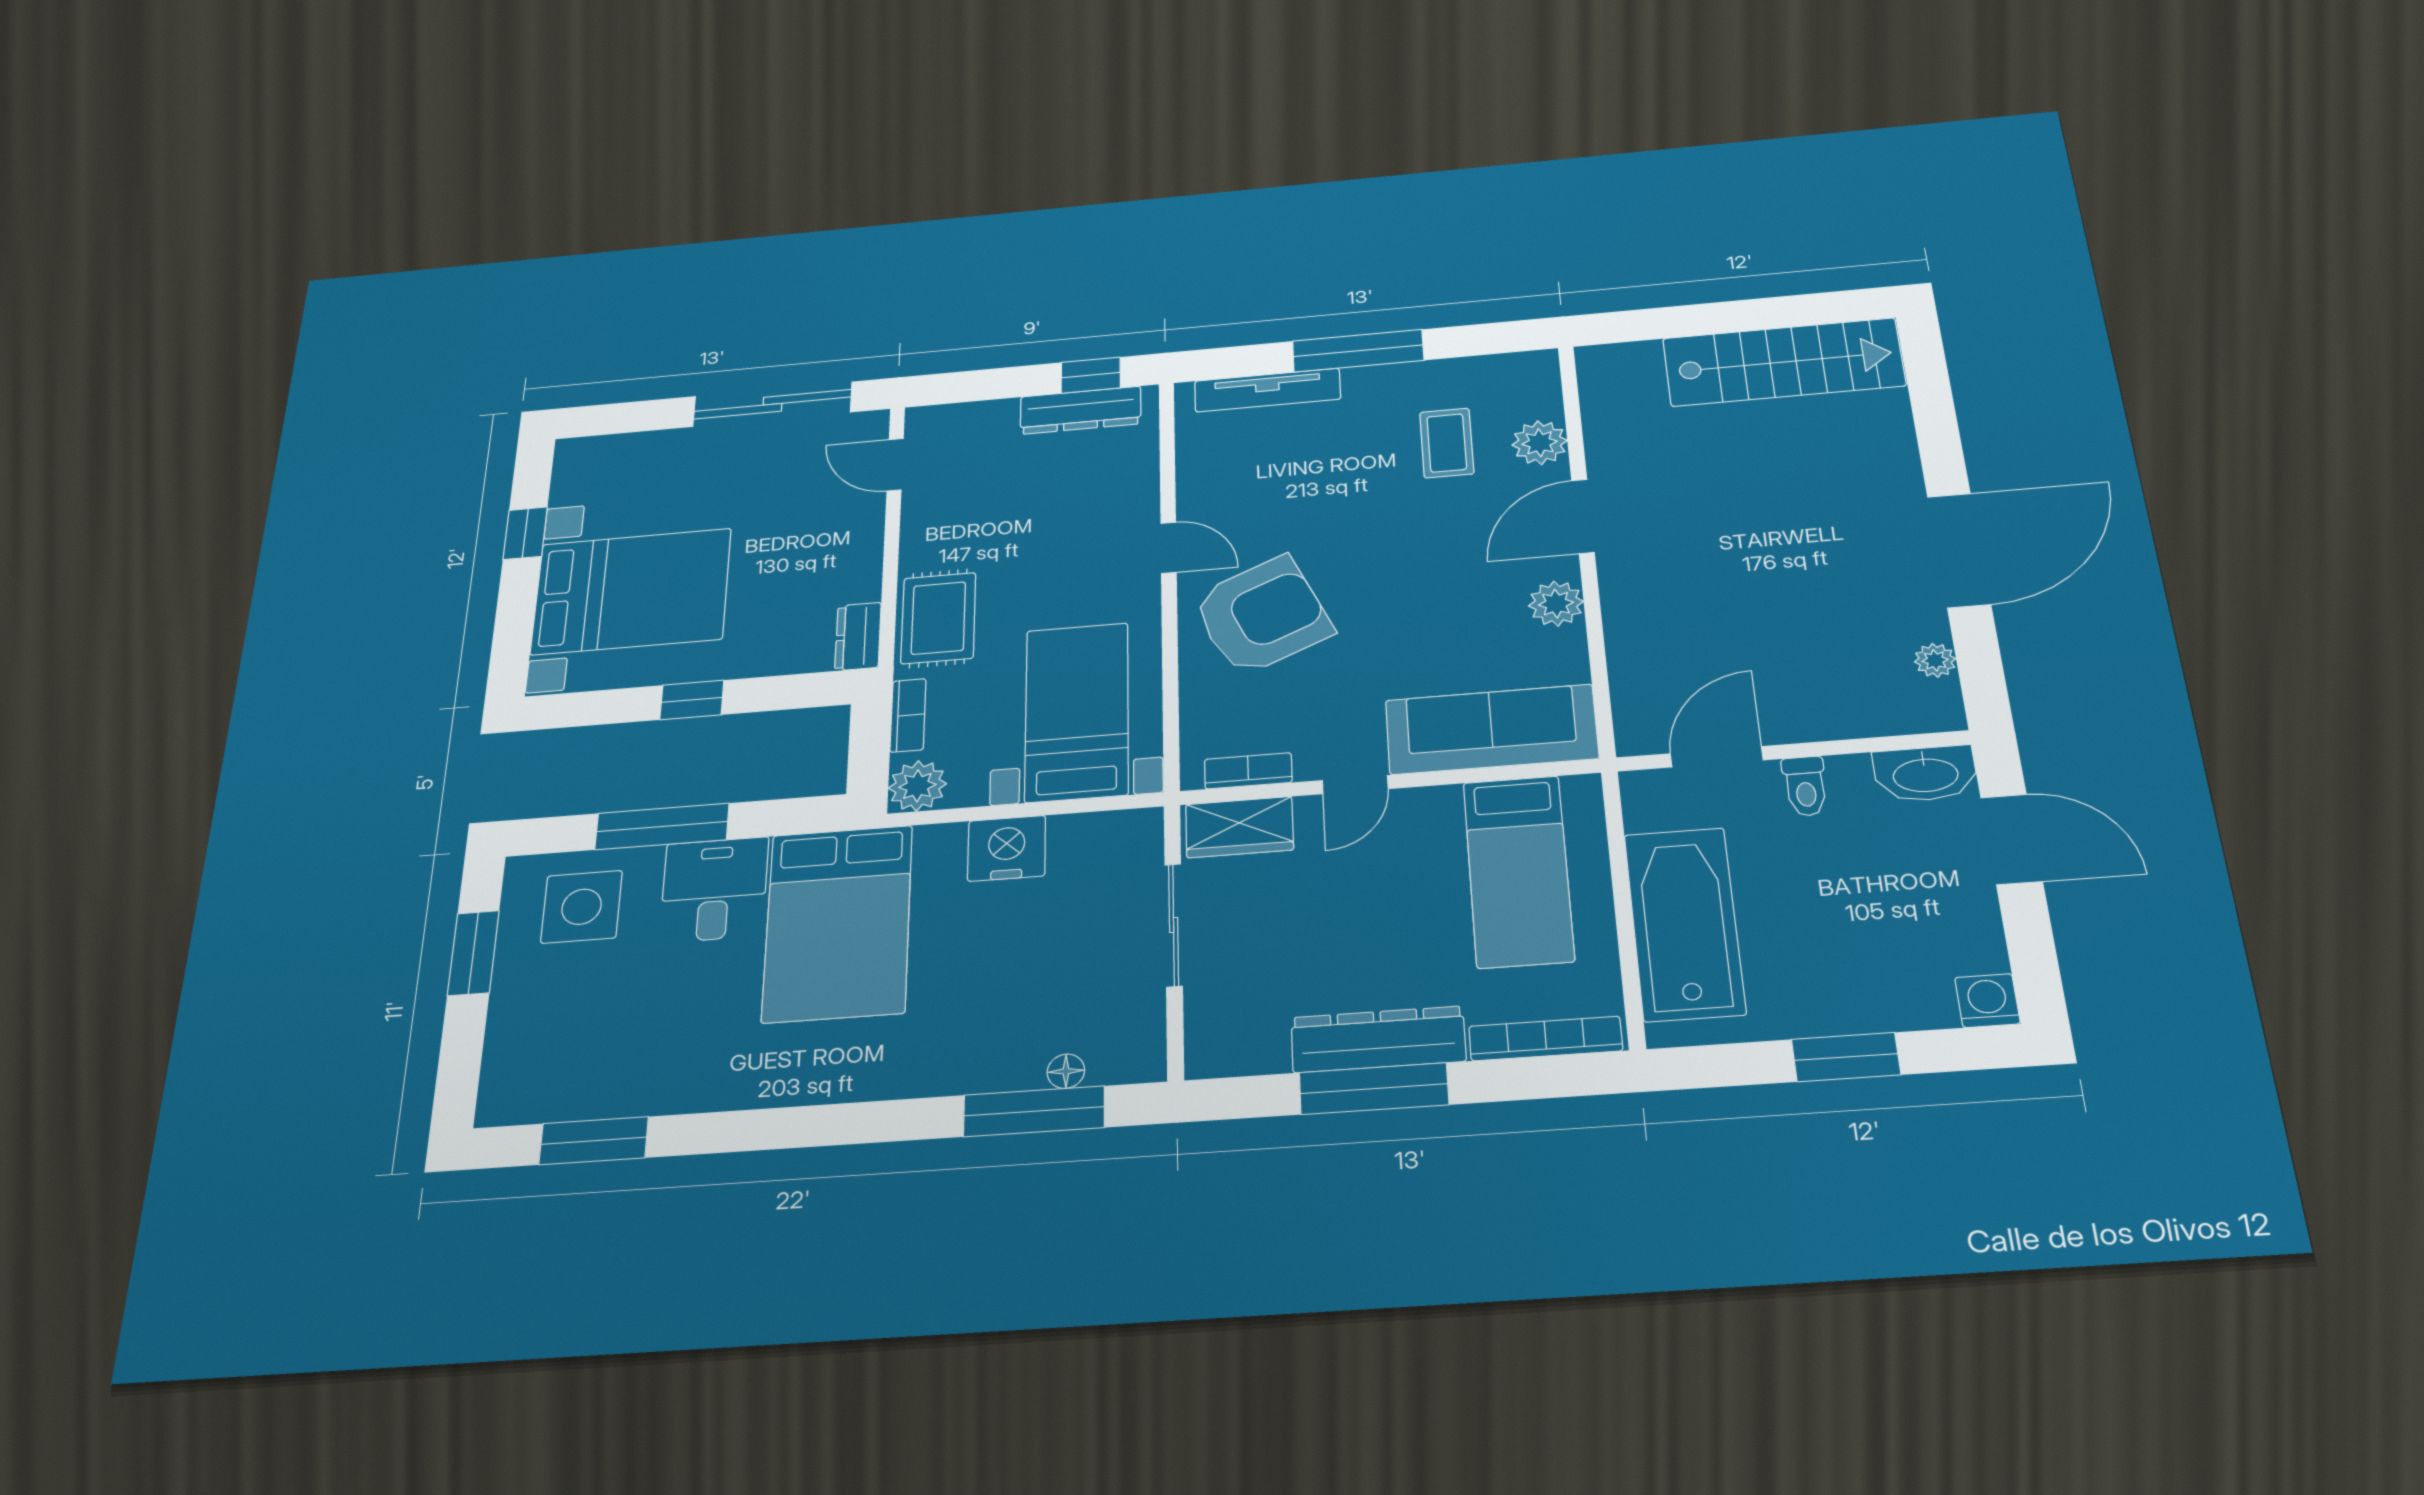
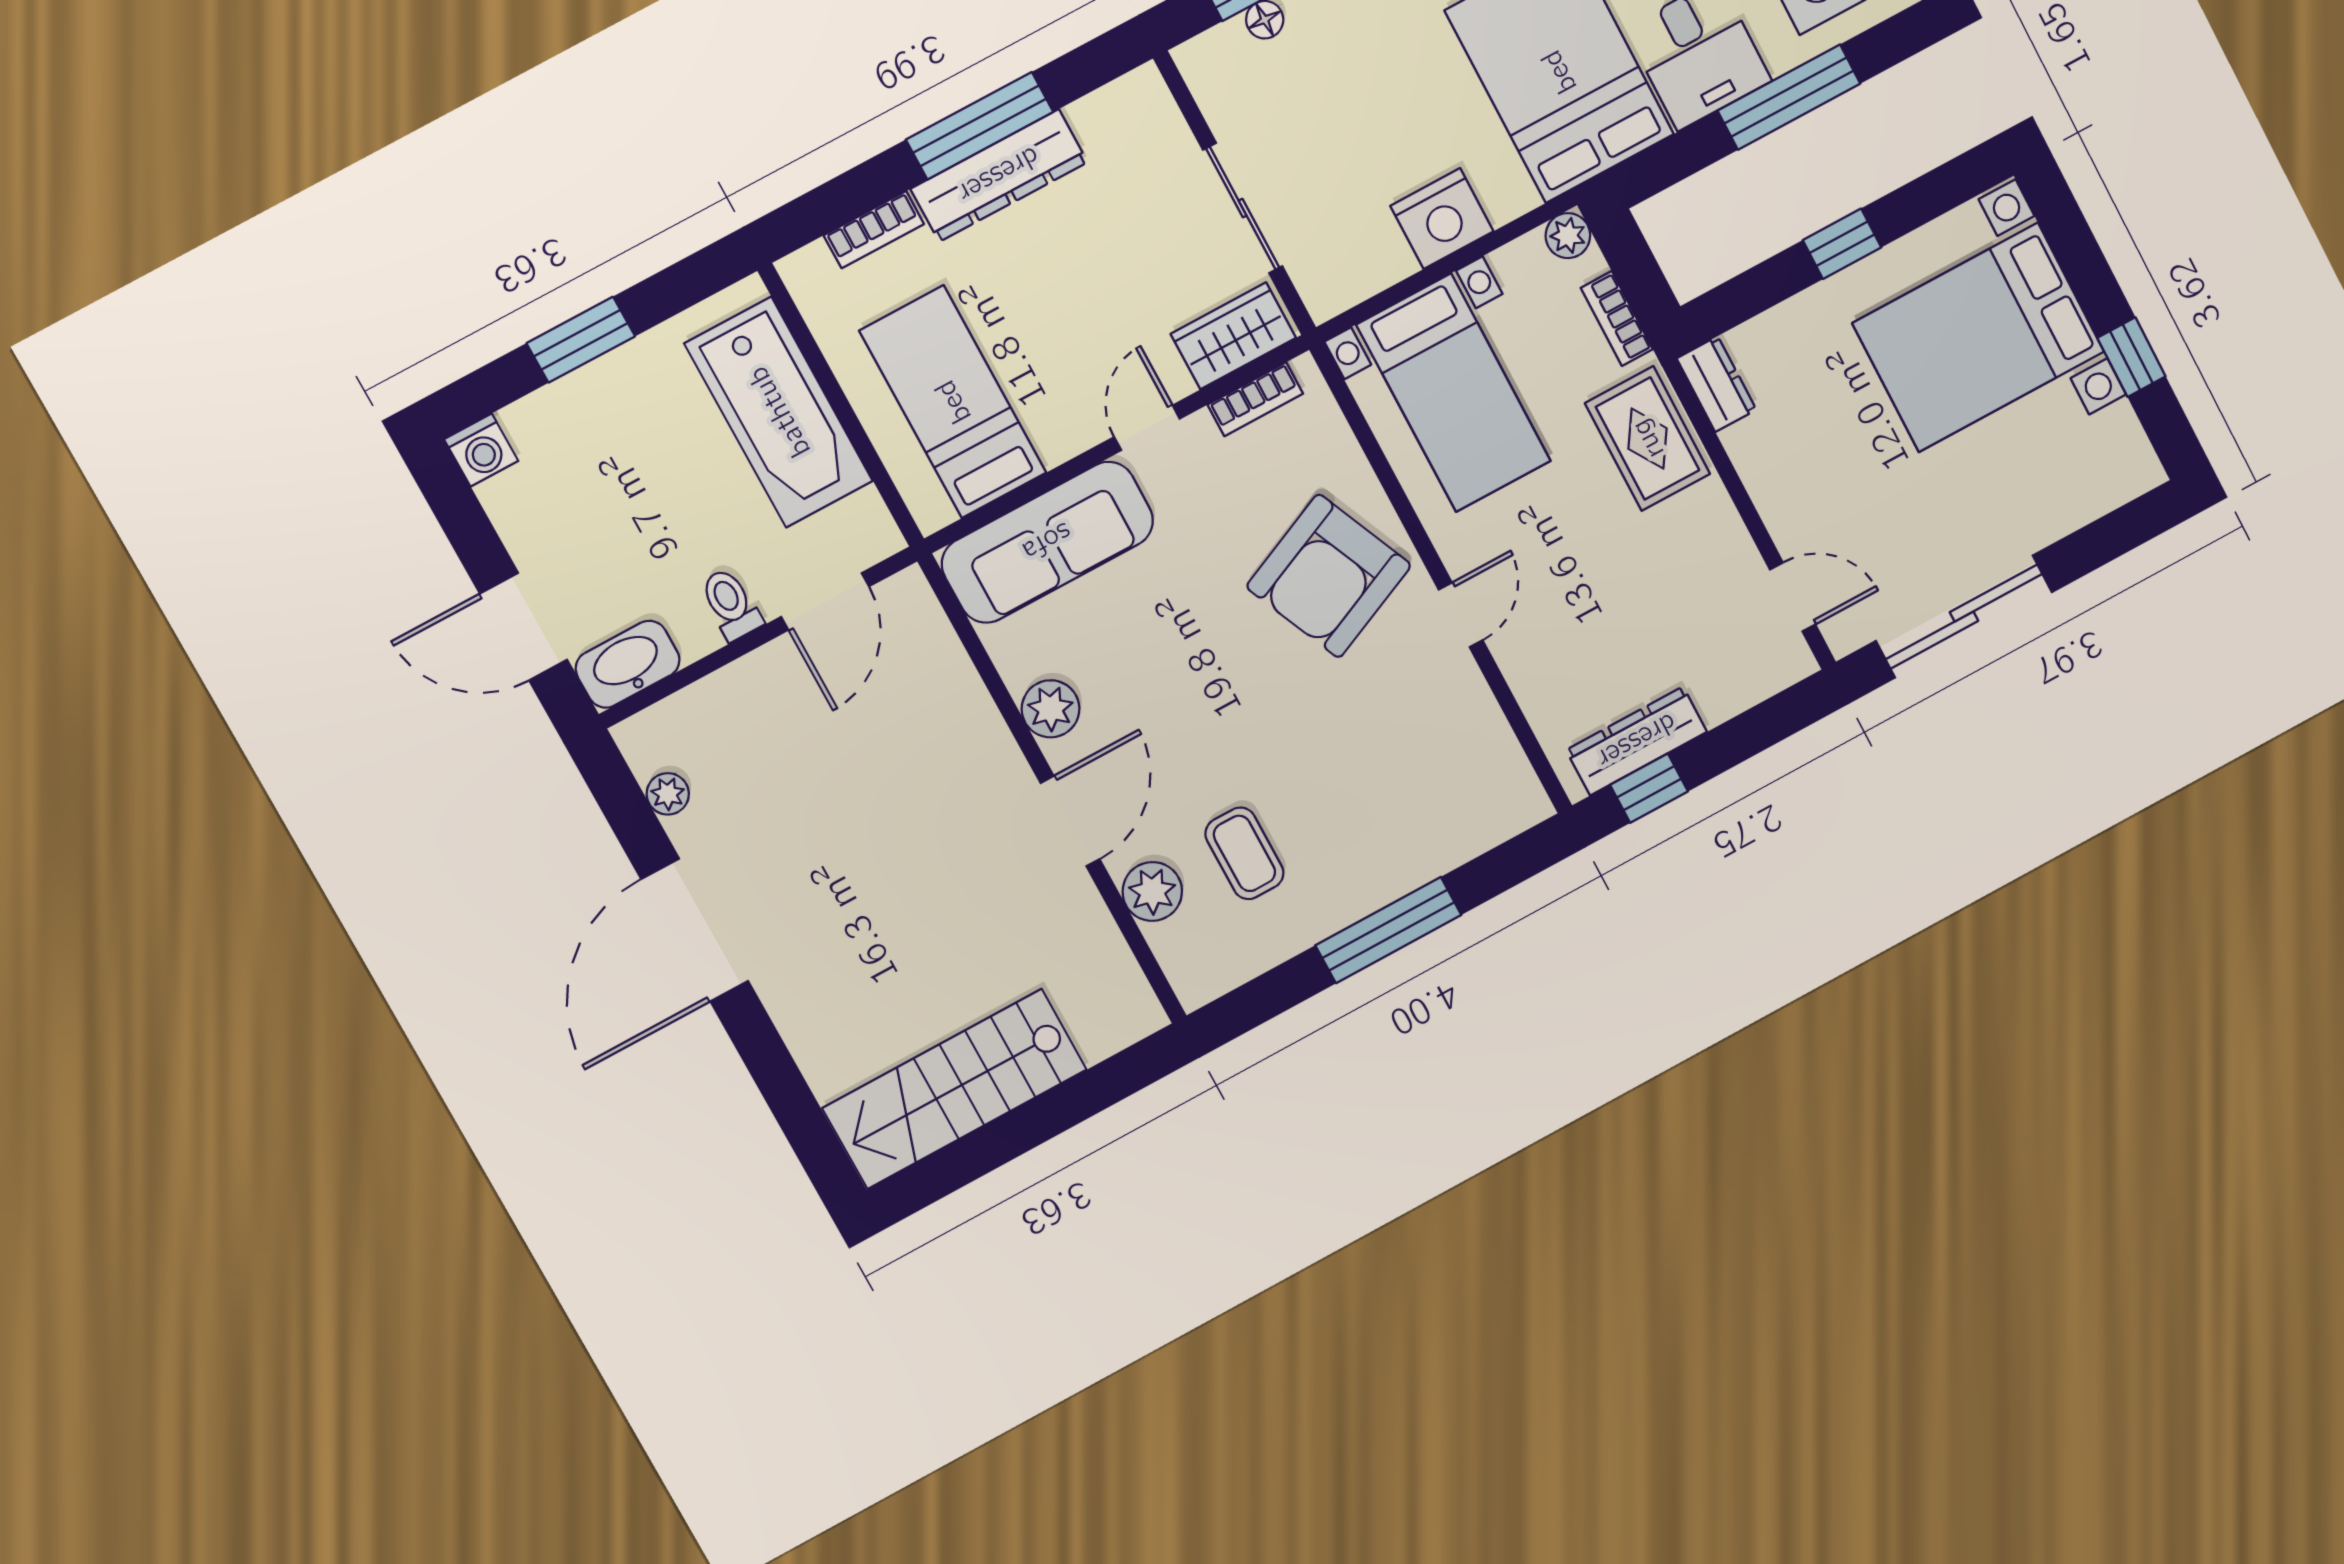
tv unit: (1267, 390) -> (1457, 844), removed
door: (1168, 548) -> (1461, 615), swing flipped
plant: (917, 786) -> (1568, 236), width x0.73, depth x0.73
bookcase: (1546, 1039) -> (874, 230), width x0.64

